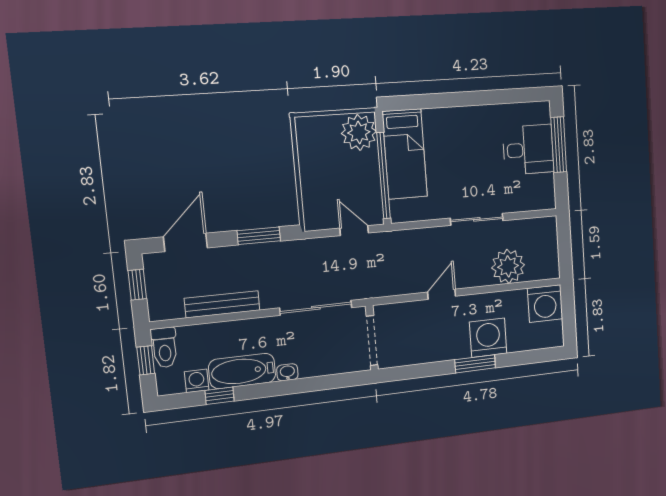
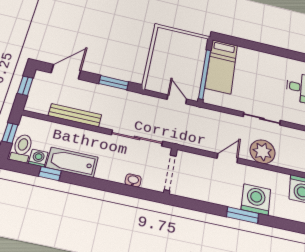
plant: (359, 132) -> (195, 46), removed
plant: (508, 266) -> (263, 152), moved
toilet: (164, 348) -> (22, 148), moved, turned 180
washbasin: (287, 372) -> (133, 180), moved

